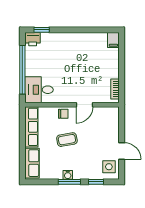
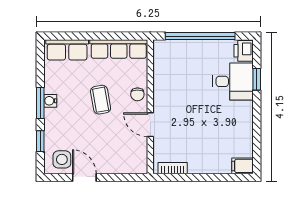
window: (42, 30) -> (257, 79), moved
desk: (39, 90) -> (233, 81), moved, turned 90
door: (122, 151) -> (84, 178), swing flipped

